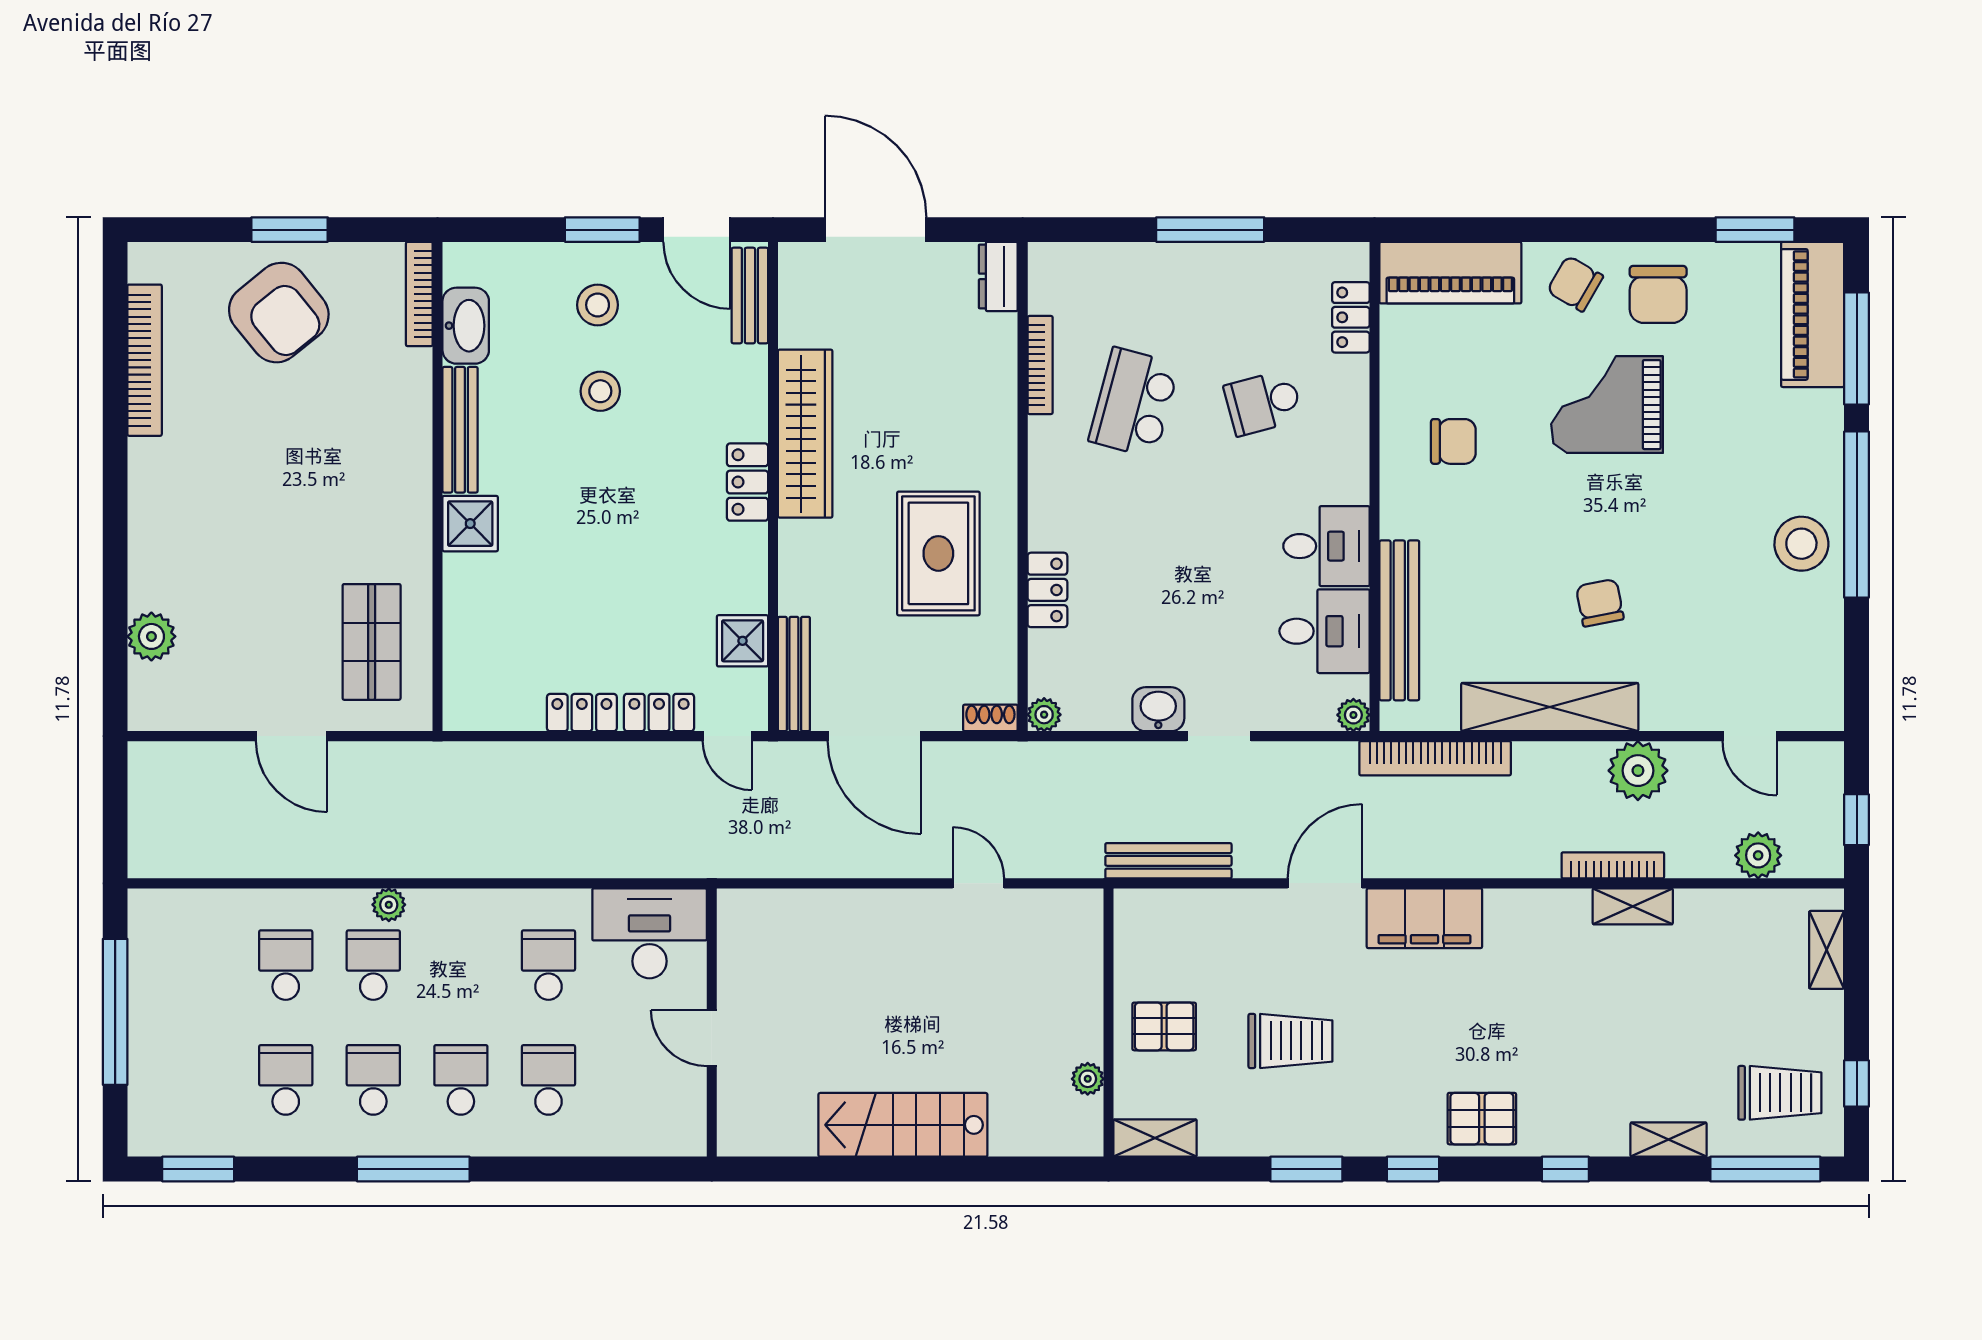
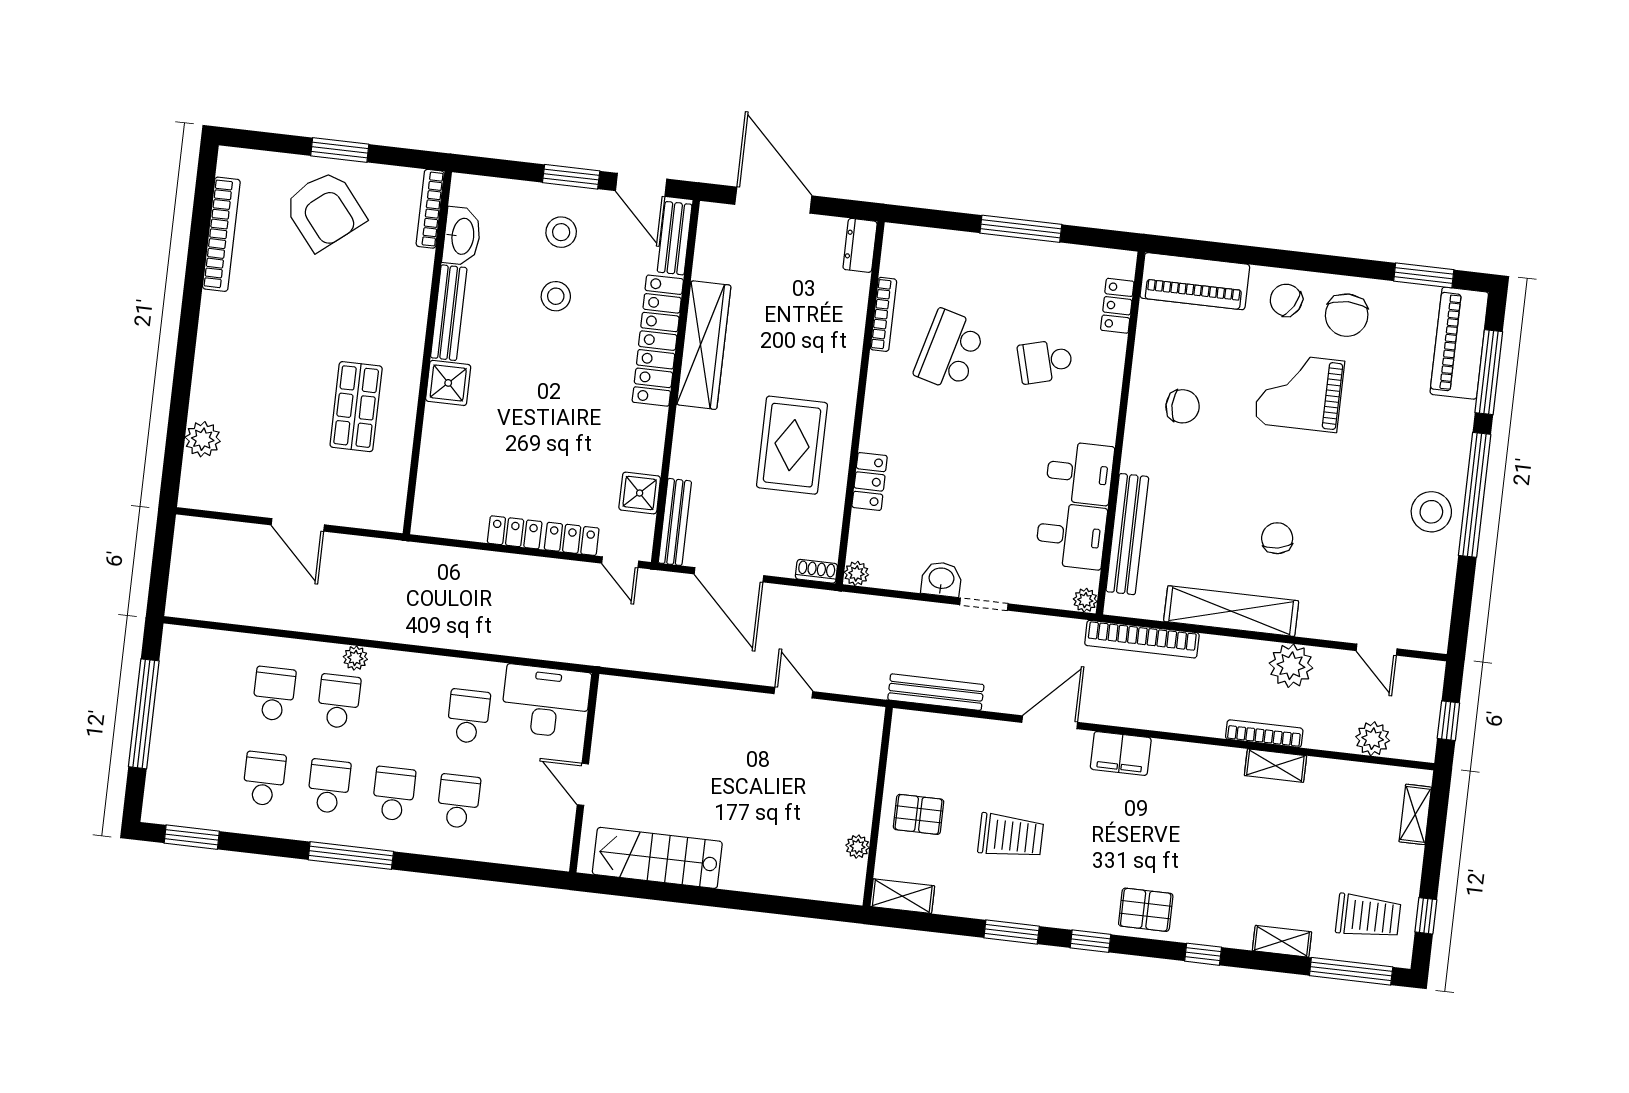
locker: (748, 482) -> (658, 341), width x2.16, depth x1.21
shop shelf: (372, 642) -> (356, 407), moved
filing cabinet: (1424, 918) -> (1121, 753), width x0.67, depth x0.86
stairs: (903, 1125) -> (657, 858), moved

